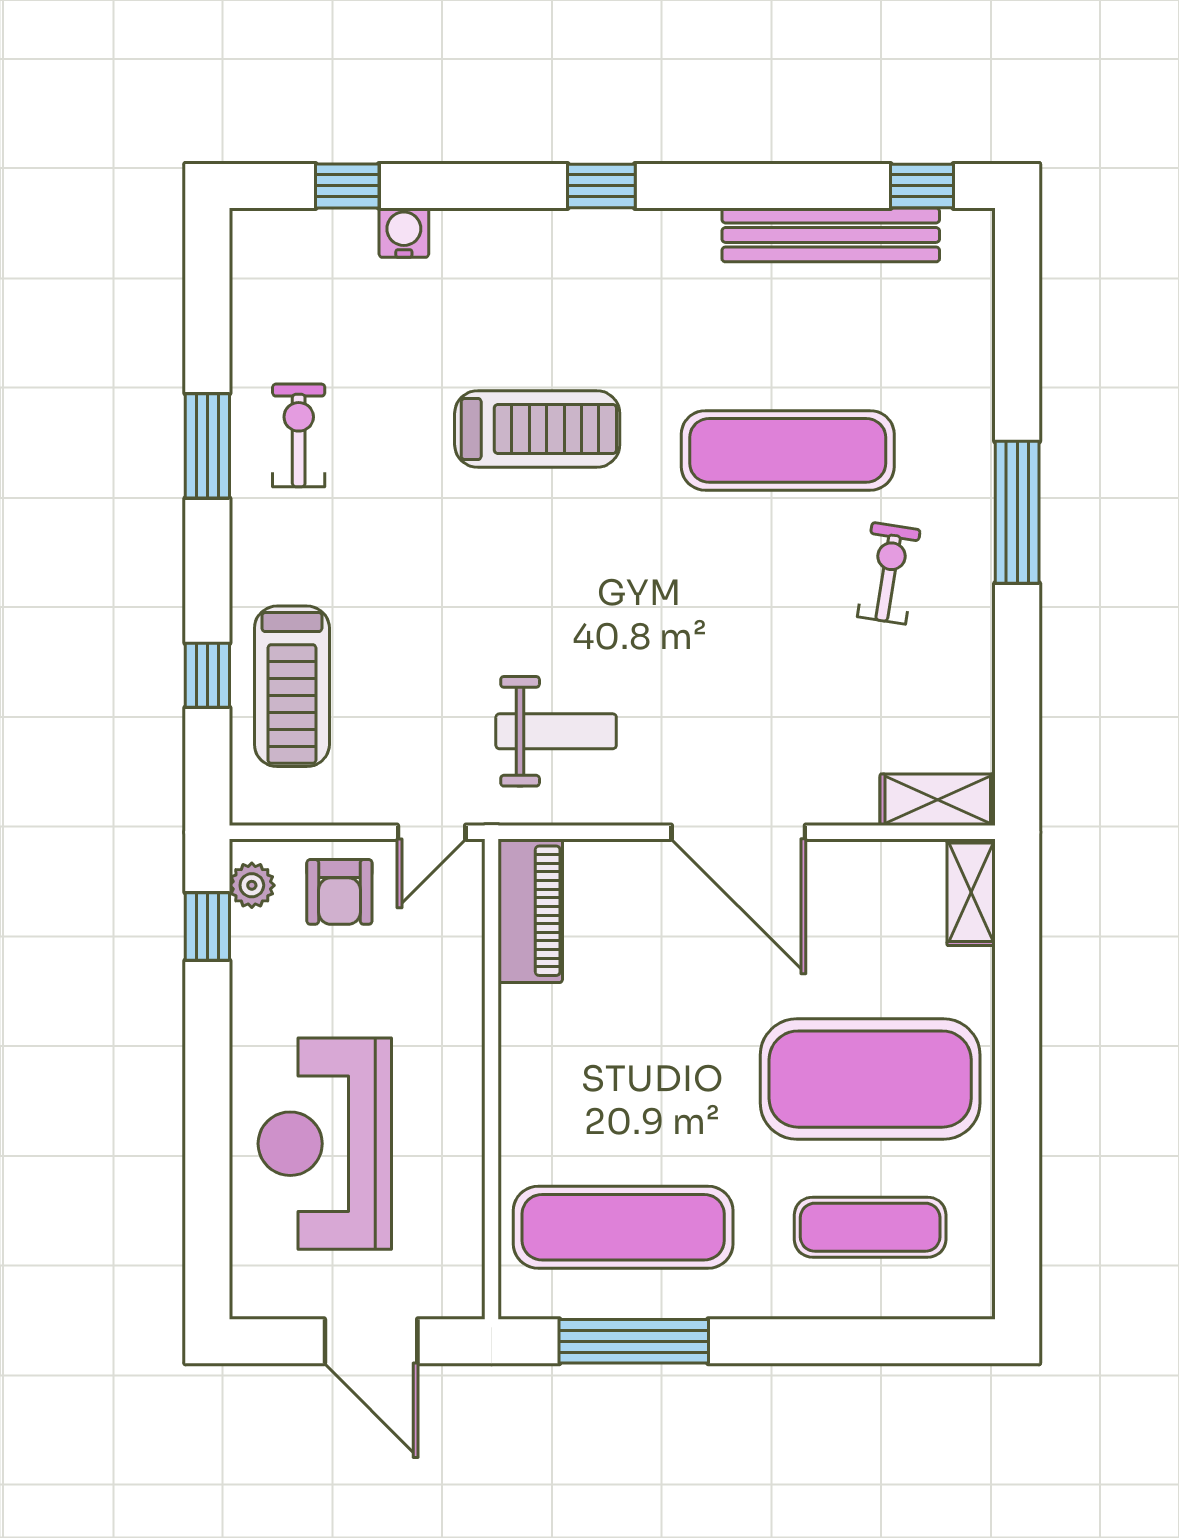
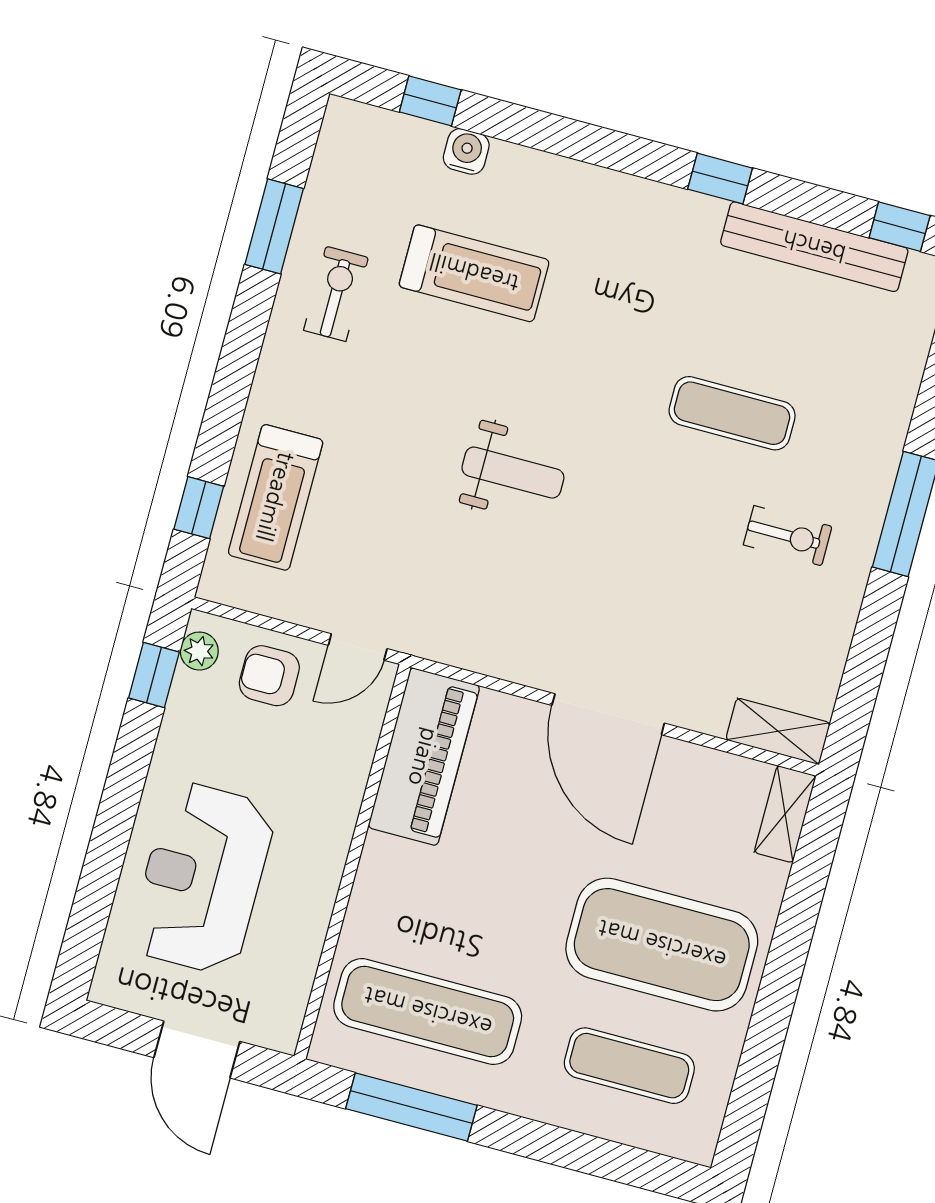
window: (601, 186) -> (720, 179), moved
treadmill: (537, 429) -> (474, 273), moved
window: (207, 446) -> (274, 226), moved
exercise mat: (788, 450) -> (732, 413), width x0.73, depth x0.69
exercise bike: (889, 573) -> (788, 536), turned 81
window: (207, 675) -> (199, 508), moved
weight bench: (556, 731) -> (513, 473), moved
armchair: (339, 892) -> (269, 676), turned 90
piano: (530, 911) -> (424, 757), width x1.37, depth x1.33

